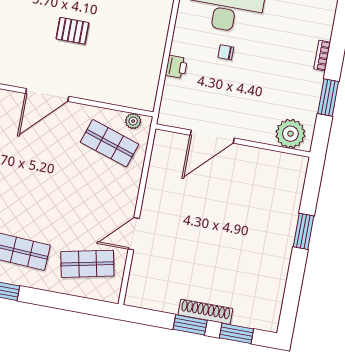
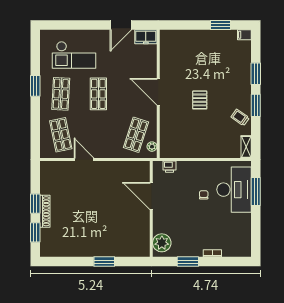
printer: (176, 67) -> (169, 167), moved
shop shelf: (33, 191) -> (98, 94), added

